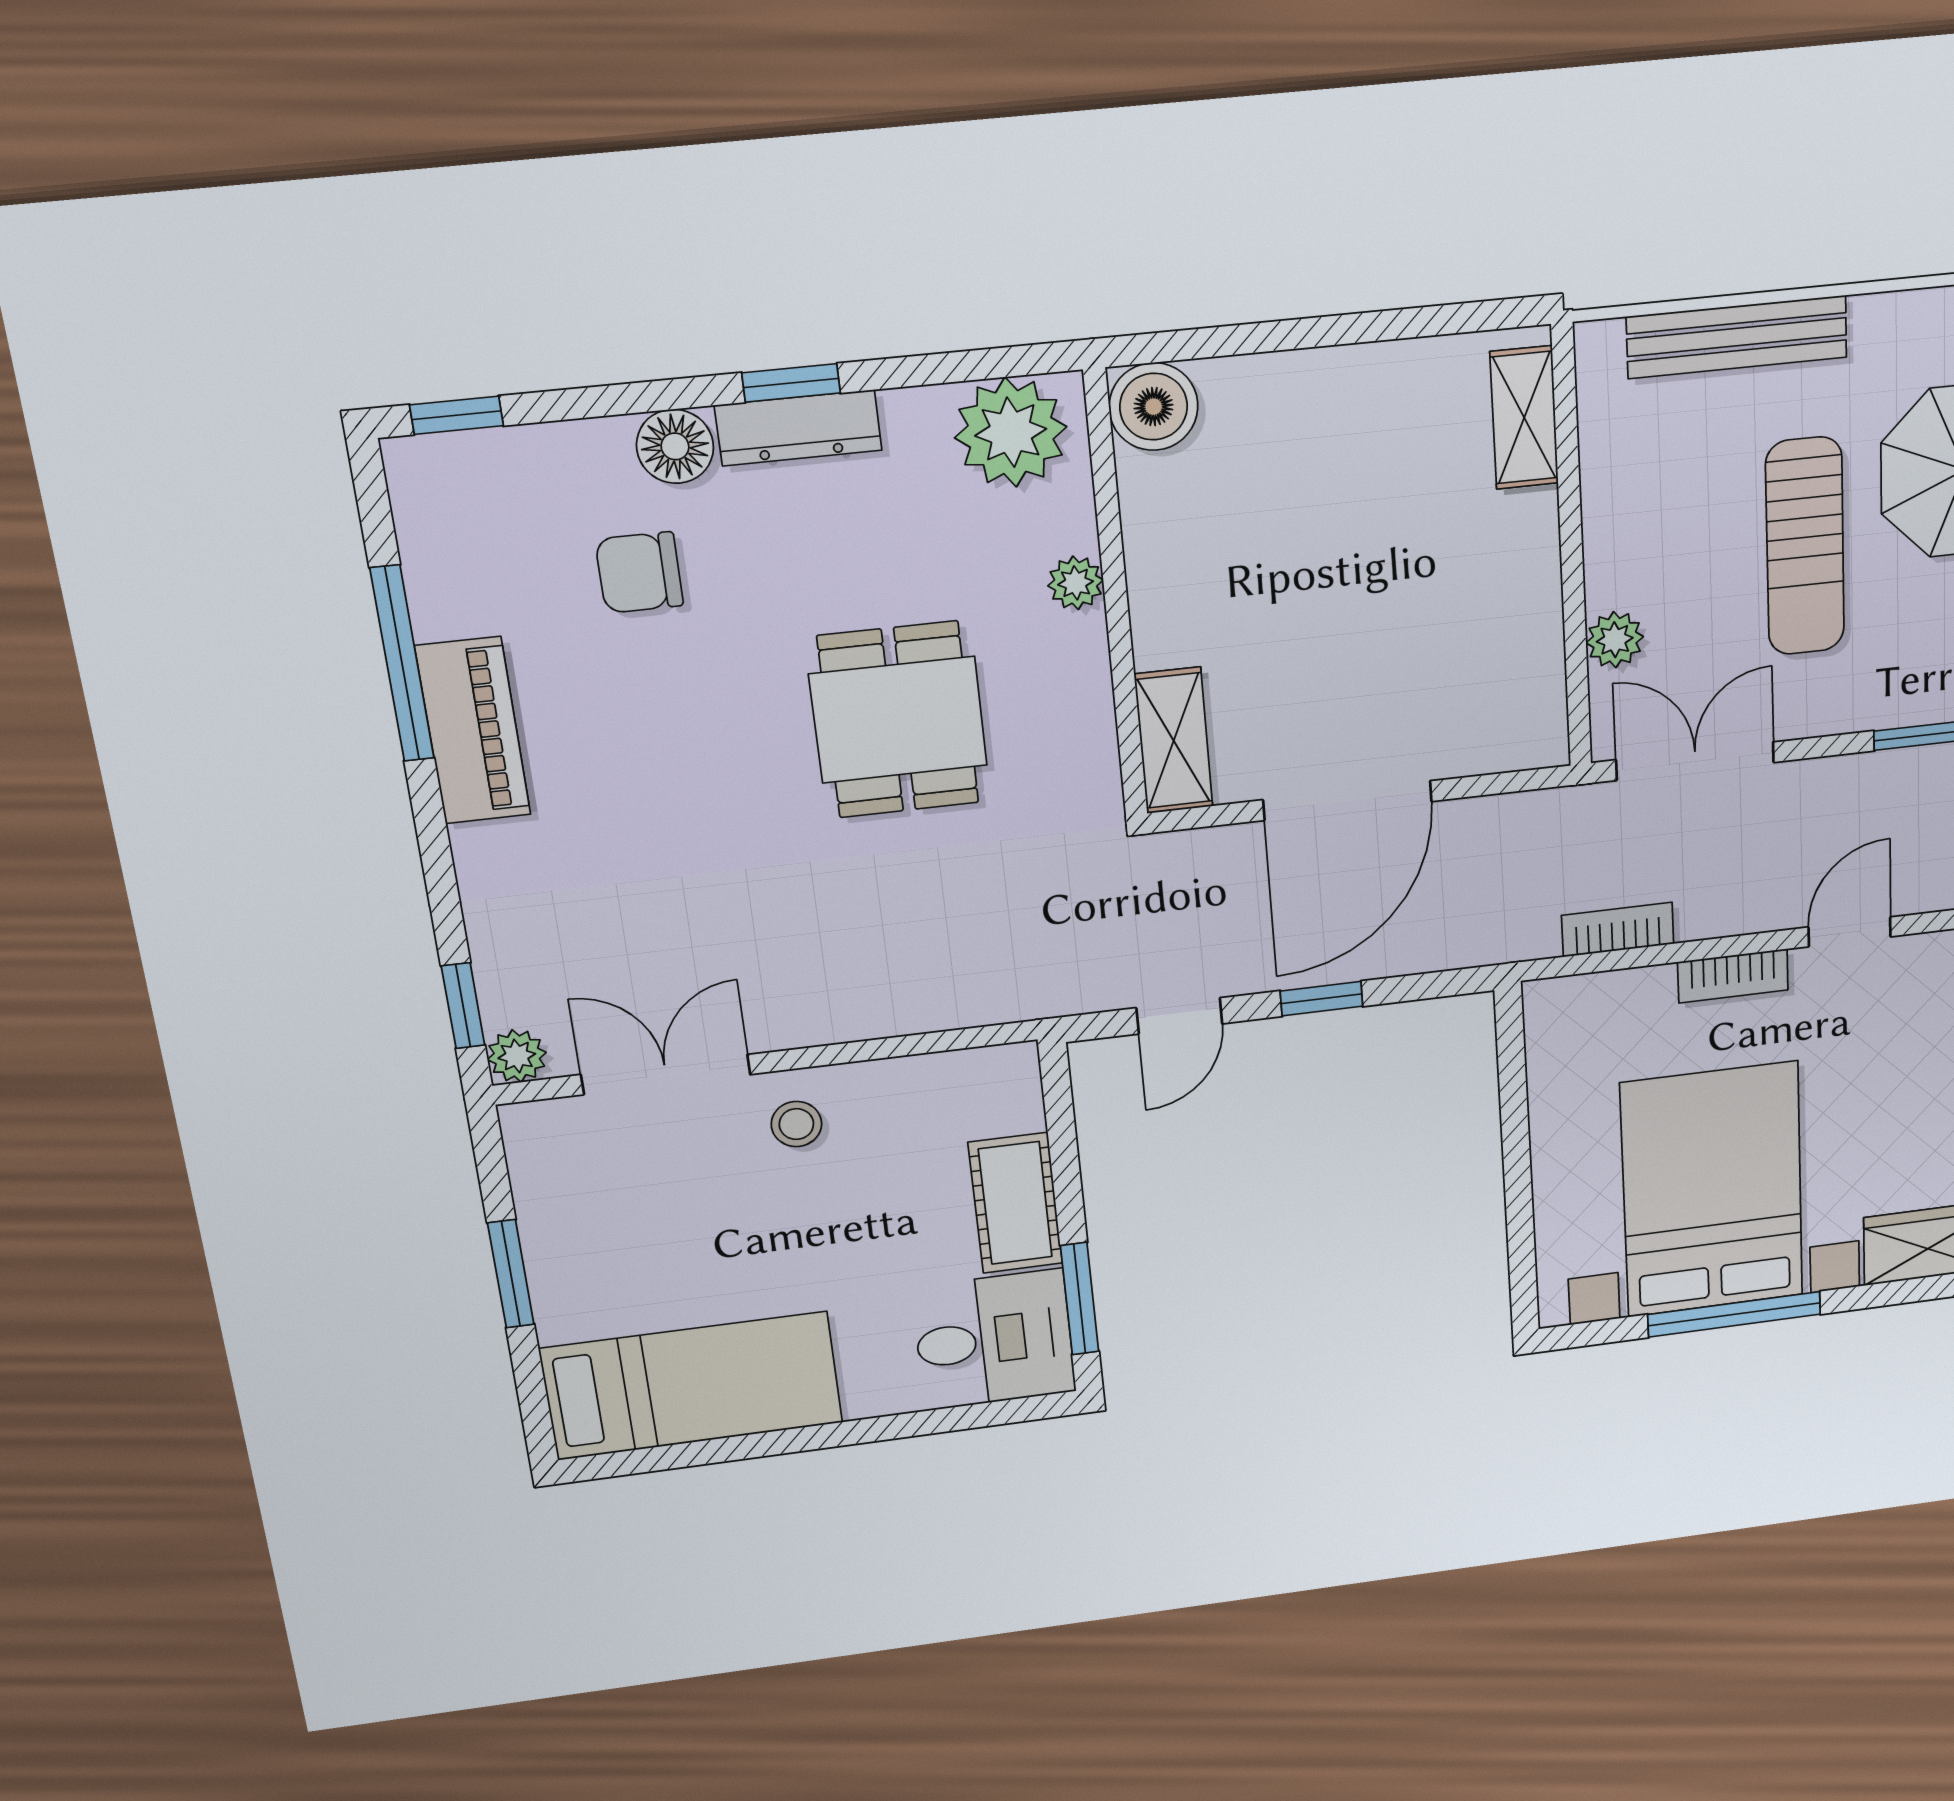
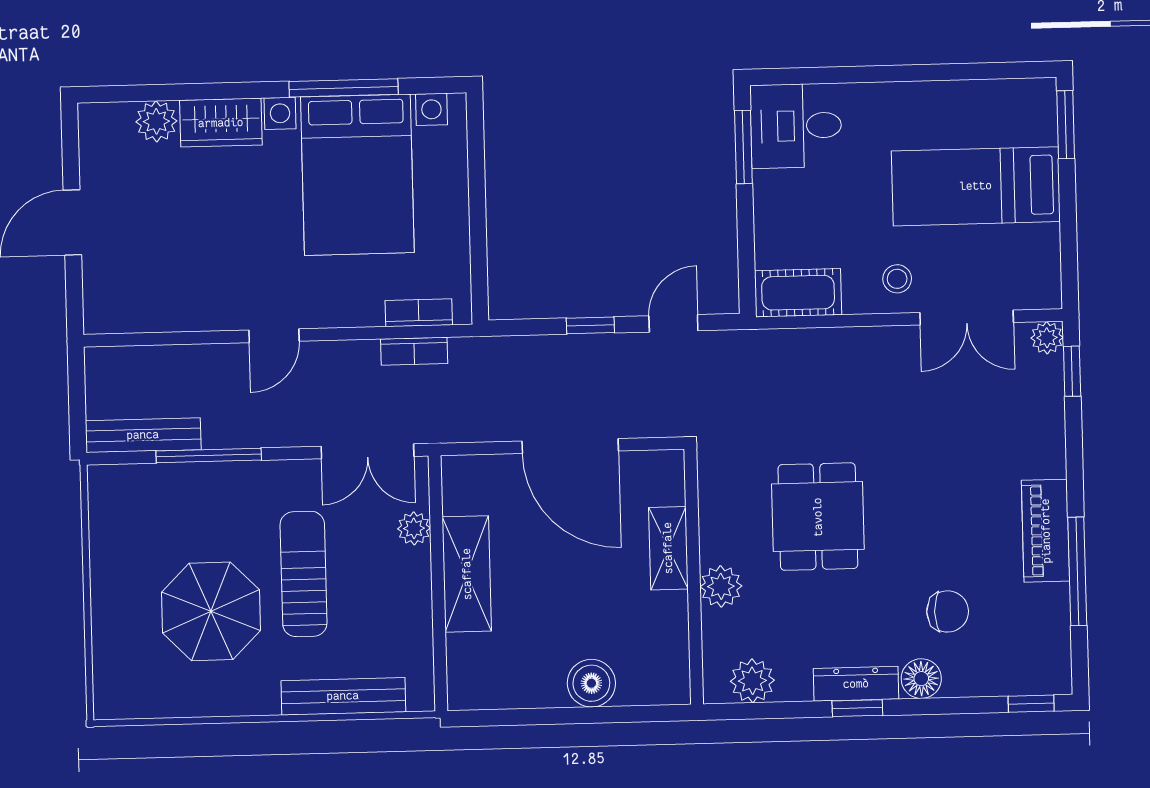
boiler: (1154, 407) -> (591, 683), moved
shelving: (1524, 418) -> (467, 574), moved, width x1.50, depth x1.33
plant: (1011, 432) -> (752, 681), width x0.73, depth x0.73
plant: (1076, 583) -> (721, 586), width x1.38, depth x1.38
shelving: (1174, 741) -> (668, 548), moved
door: (1348, 801) -> (570, 446), swing flipped
bookcase: (1733, 976) -> (419, 313), moved
cot: (1015, 1203) -> (798, 293), moved, turned 90
window: (511, 1274) -> (1066, 125), moved
bed: (692, 1386) -> (976, 186), moved

